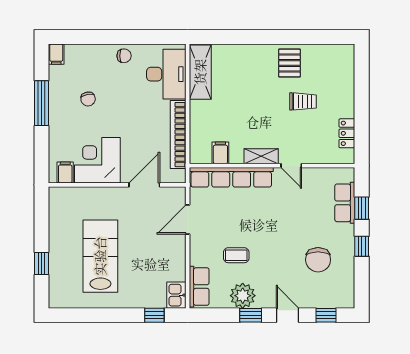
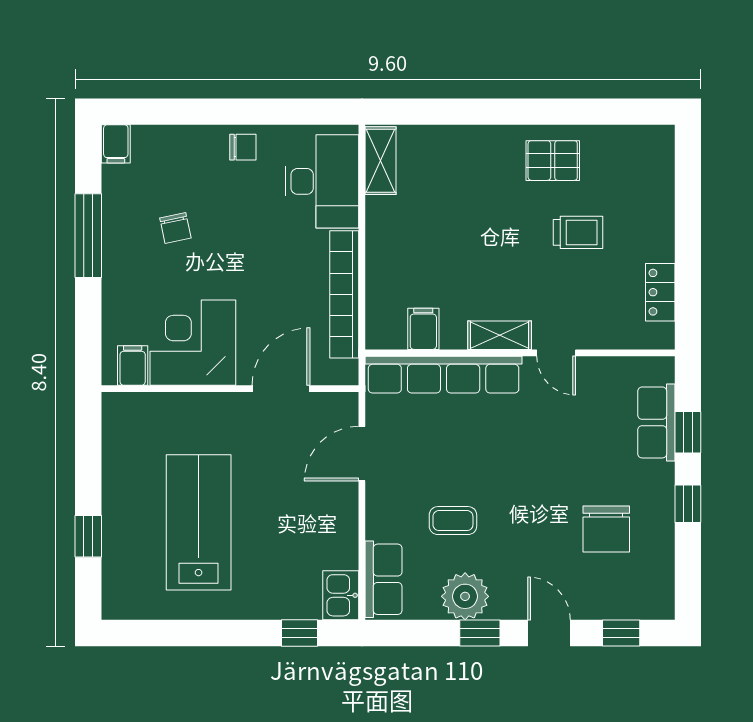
pallet: (289, 63) -> (553, 161), turned 90
shelving: (200, 72) -> (381, 161), width x0.67, depth x0.75

